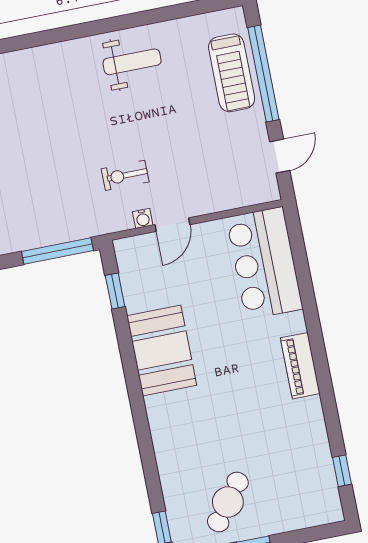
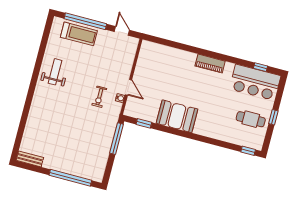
bar counter: (264, 263) -> (255, 82), moved
cafe table: (228, 502) -> (251, 119), turned -37

